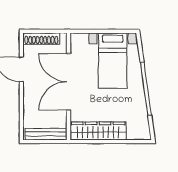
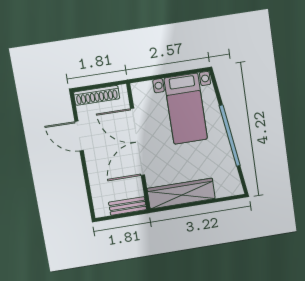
bench: (46, 134) -> (128, 206), width x0.73

